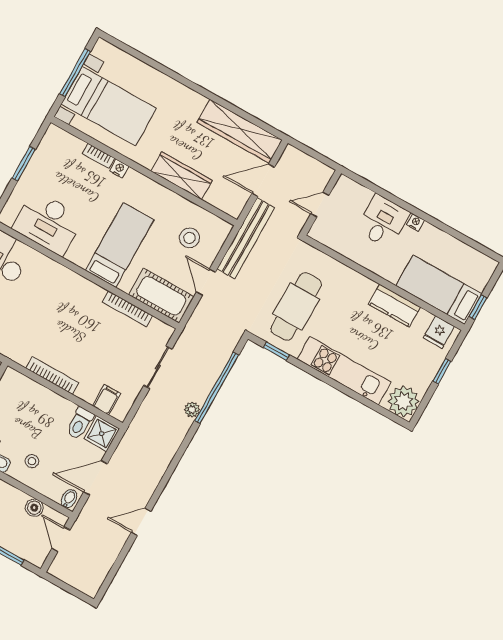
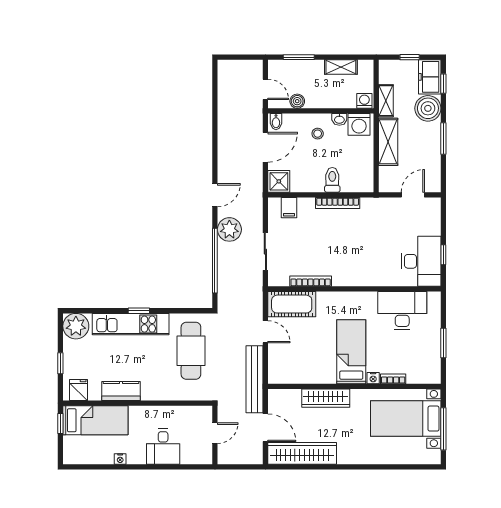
door: (263, 180) -> (265, 428), hinge flipped
nightstand: (415, 222) -> (120, 459), moved
stool: (189, 238) -> (295, 357), removed
bed: (120, 245) -> (351, 352), moved, turned 180
window: (276, 351) -> (139, 311), moved
plant: (192, 410) -> (229, 229), width x1.88, depth x1.88
toilet: (80, 423) -> (332, 180), moved
door: (141, 522) -> (215, 195), moved

